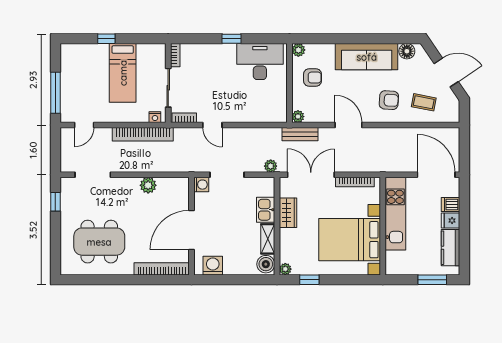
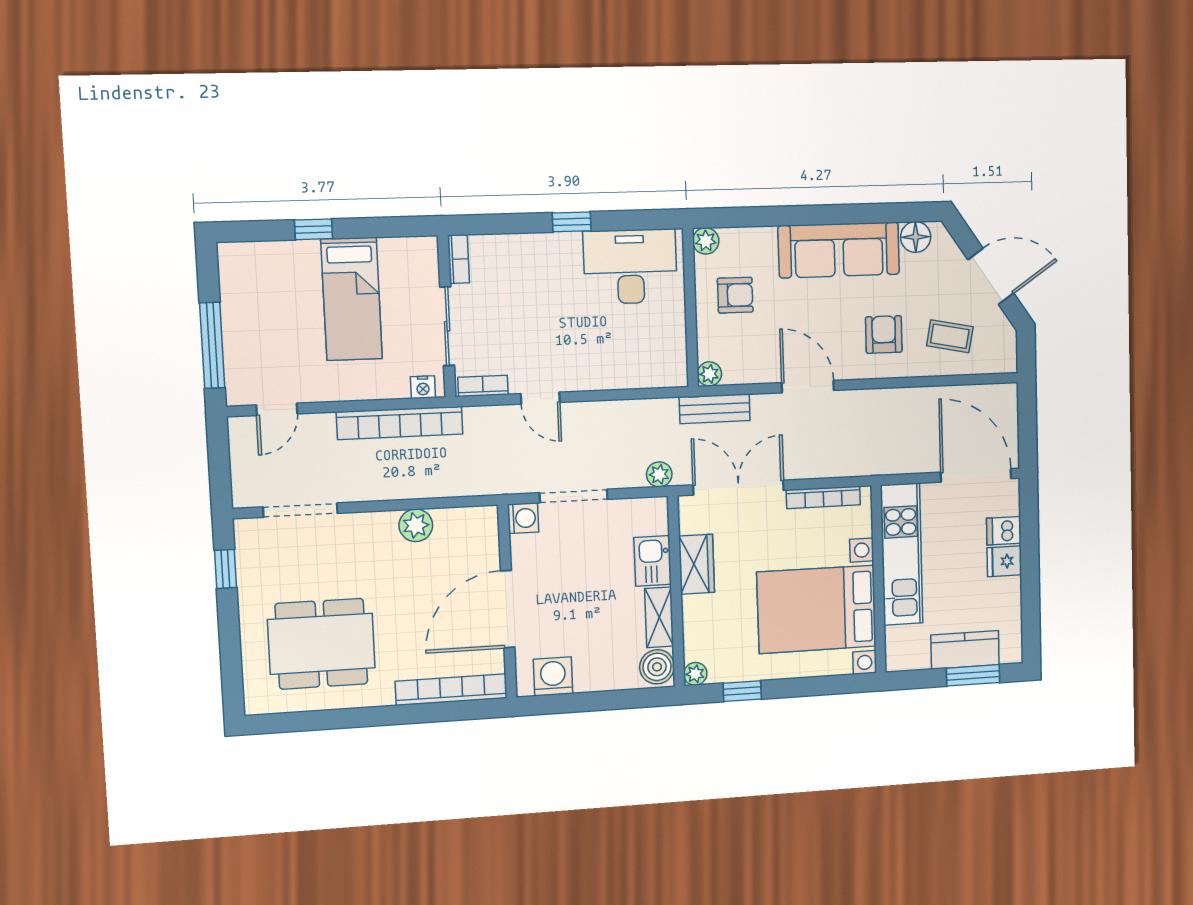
armchair: (389, 100) -> (884, 335), turned -94
kitchen counter: (451, 248) -> (965, 650), moved, turned 90

